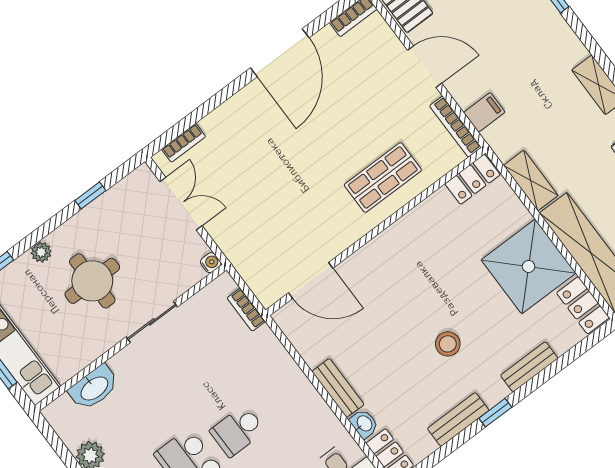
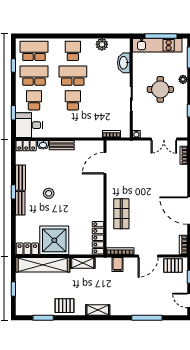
locker: (472, 179) -> (98, 238), width x1.53
bench: (529, 367) -> (20, 203), moved

